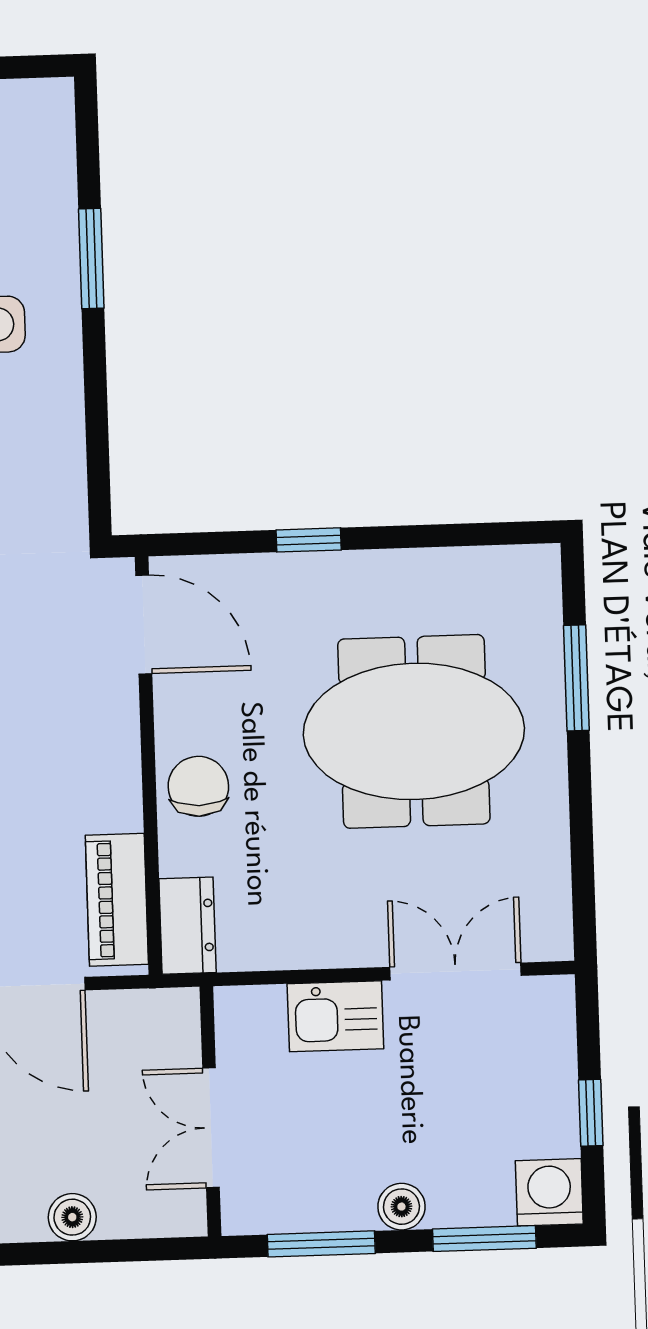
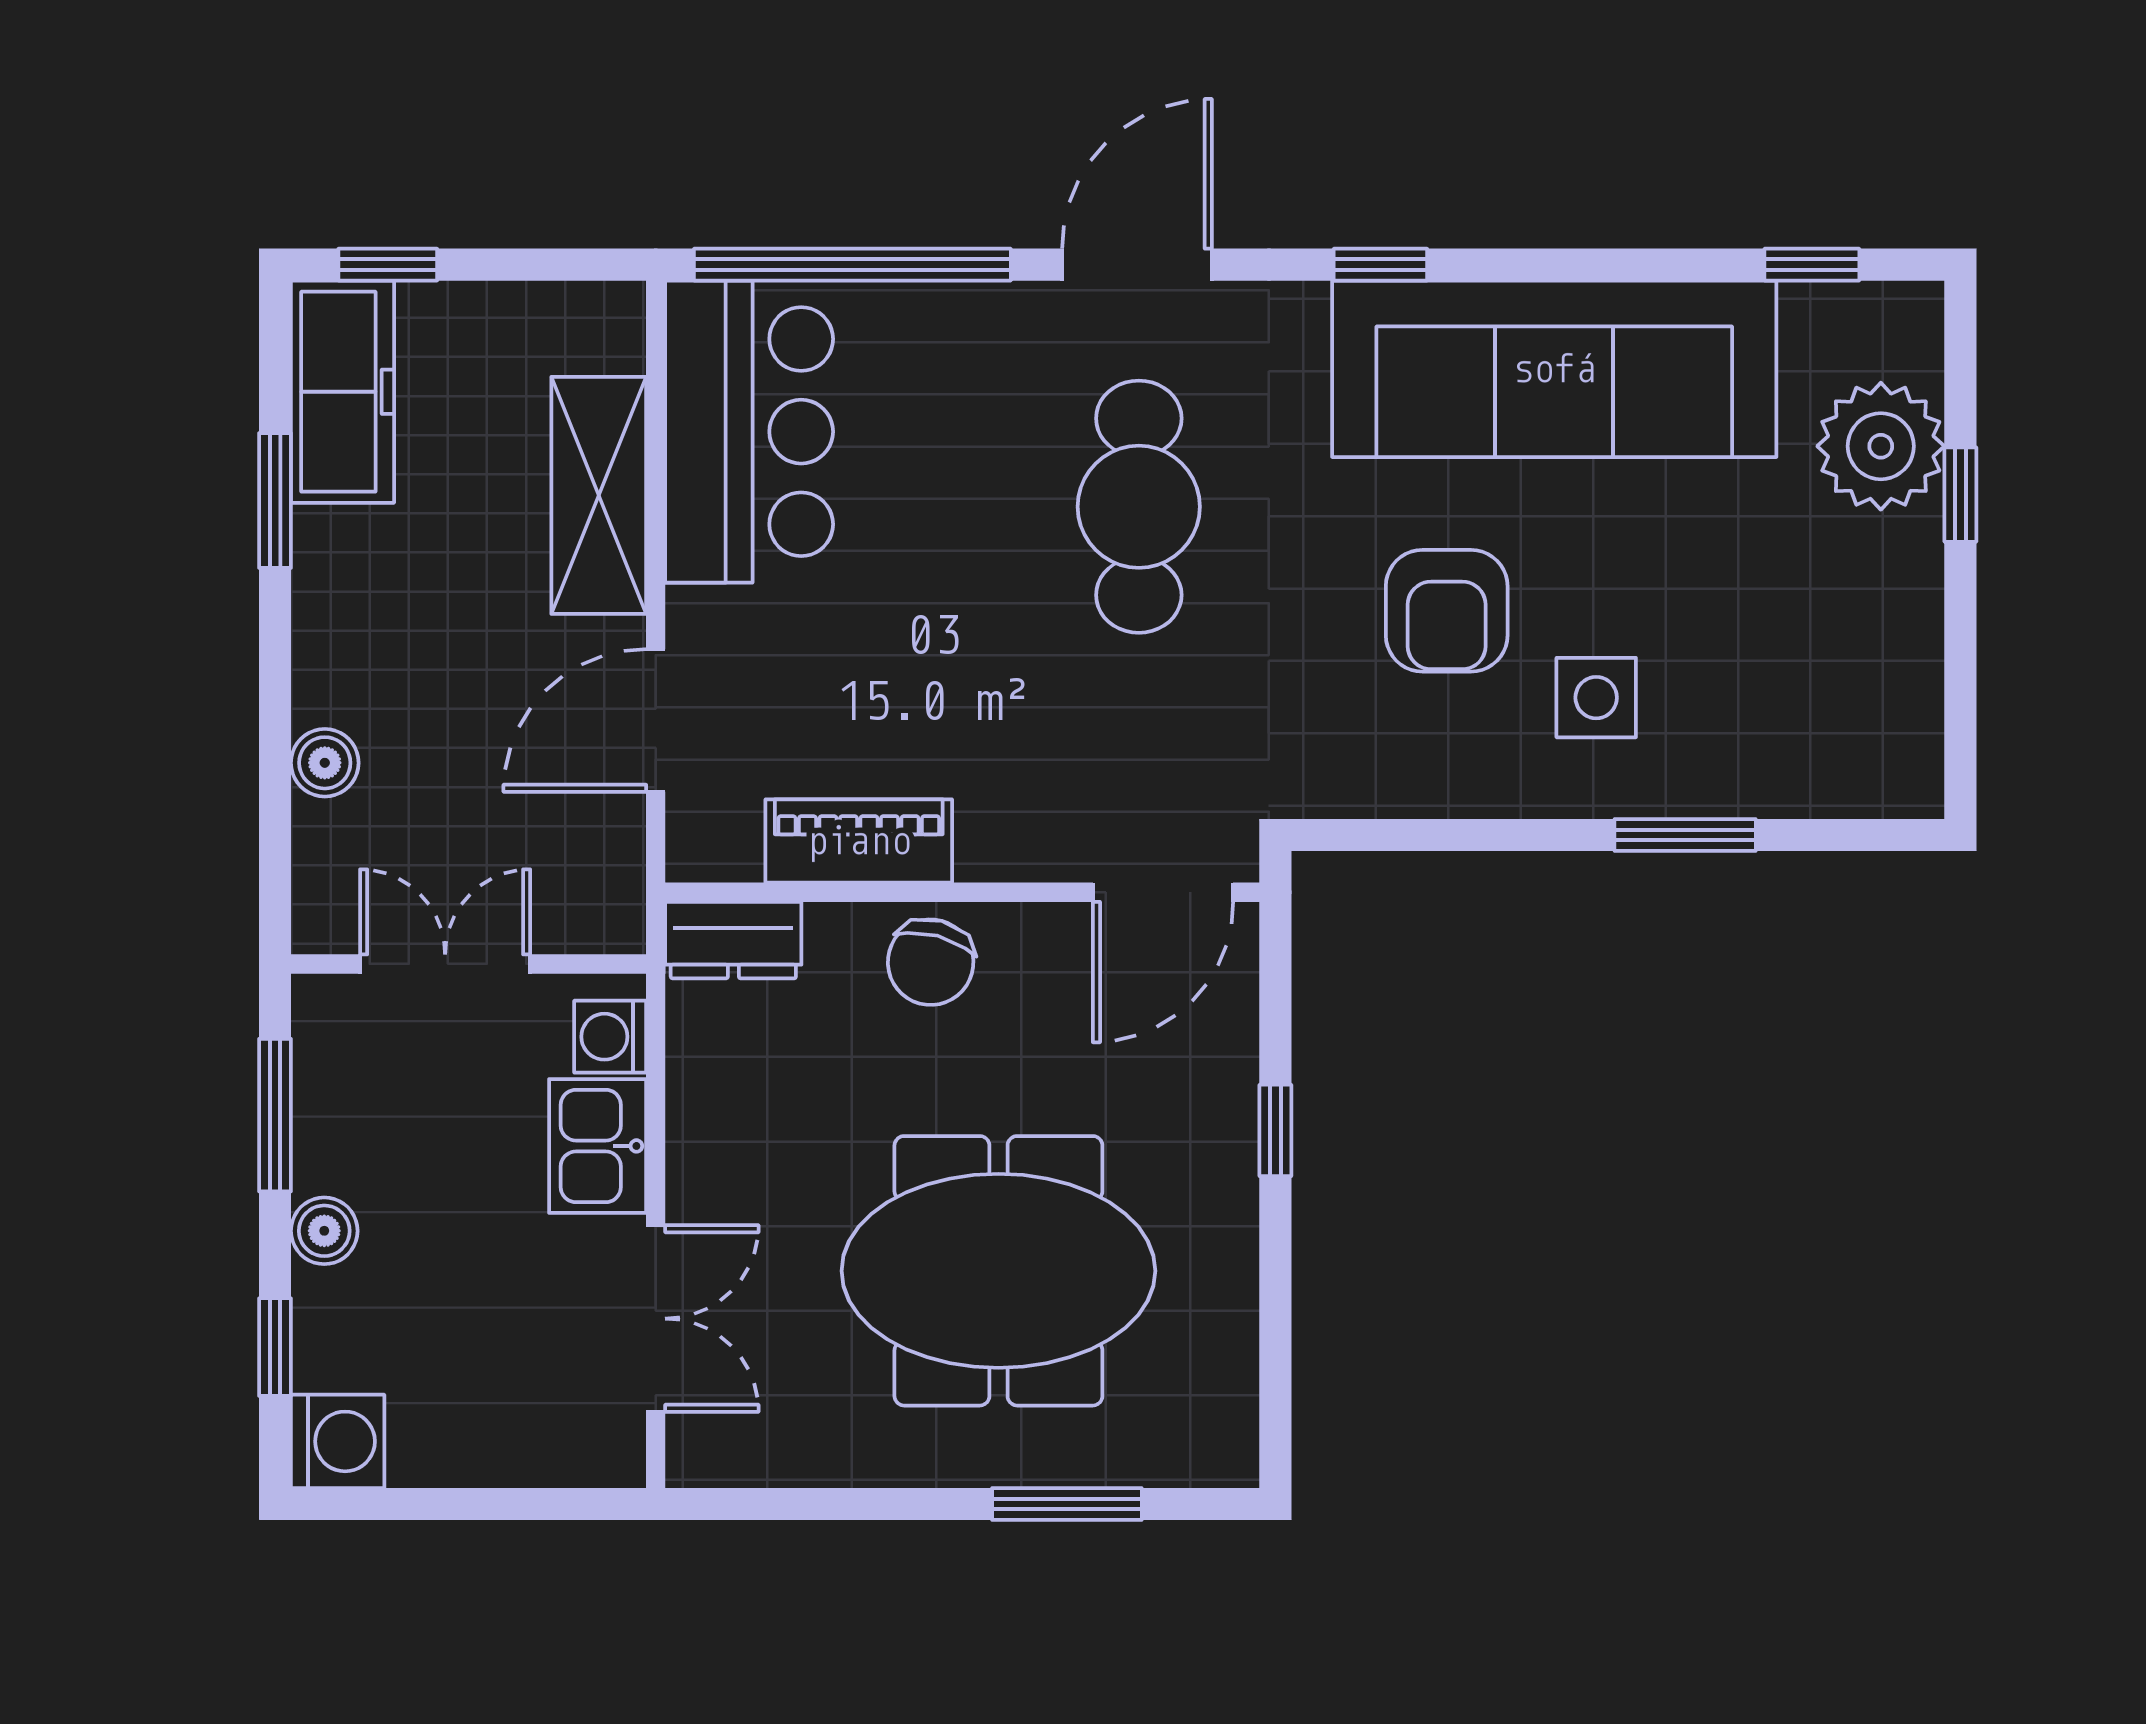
meeting table: (414, 731) -> (998, 1271), turned 90
chair: (198, 786) -> (931, 962), turned 105
piano: (117, 900) -> (859, 841), moved
washing machine: (258, 1010) -> (610, 1037), added
window: (591, 1113) -> (449, 1504), removed
window: (484, 1239) -> (275, 1347), width x0.67

